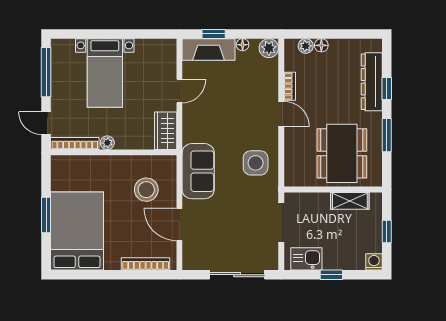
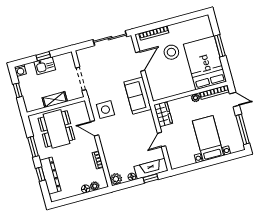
door: (281, 114) -> (94, 128), moved
stool: (146, 190) -> (171, 52), moved
shelving: (350, 201) -> (55, 100), moved
door: (179, 225) -> (140, 61), hinge flipped
bed: (77, 231) -> (205, 63), moved, turned 180
kitchen sink: (306, 259) -> (45, 66), moved
sliding door: (237, 275) -> (110, 38), moved

